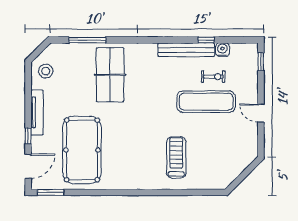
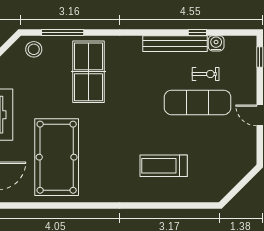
stool: (46, 71) -> (34, 49), moved
treadmill: (176, 157) -> (164, 166), turned -90
window: (51, 192) -> (21, 205), removed

